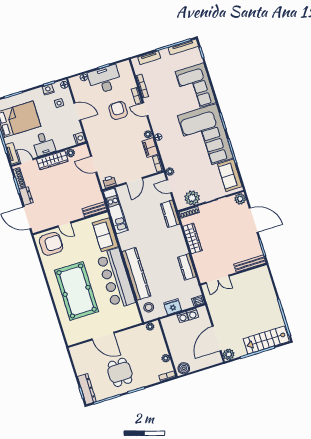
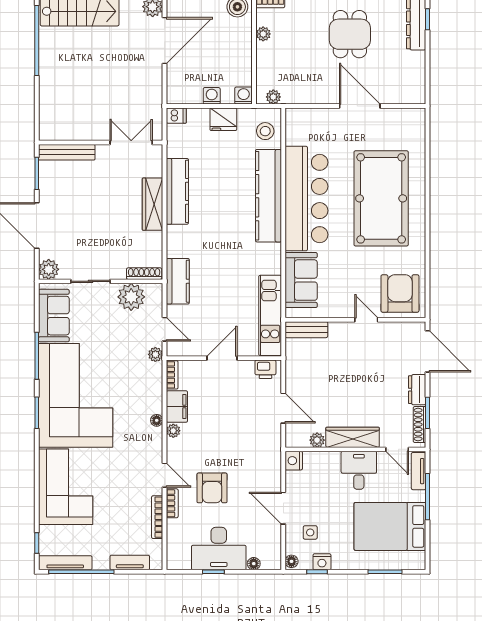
wardrobe: (192, 238) -> (153, 204), moved
armchair: (51, 244) -> (400, 294), turned 90
kitchen counter: (187, 267) -> (177, 191), width x1.50
washing machine: (193, 314) -> (244, 96), moved

